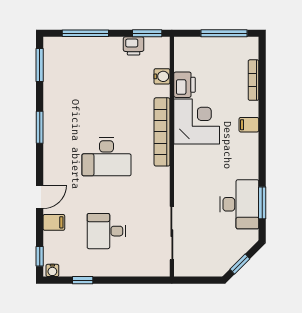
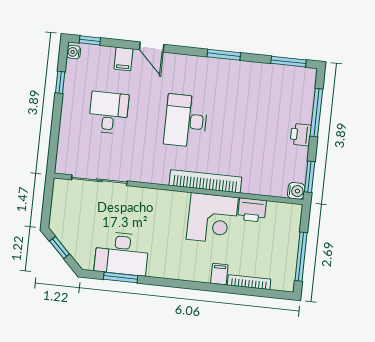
printer: (134, 46) -> (301, 135), moved
water cooler: (162, 76) -> (296, 191), moved, turned -90
filing cabinet: (249, 125) -> (219, 274), moved

